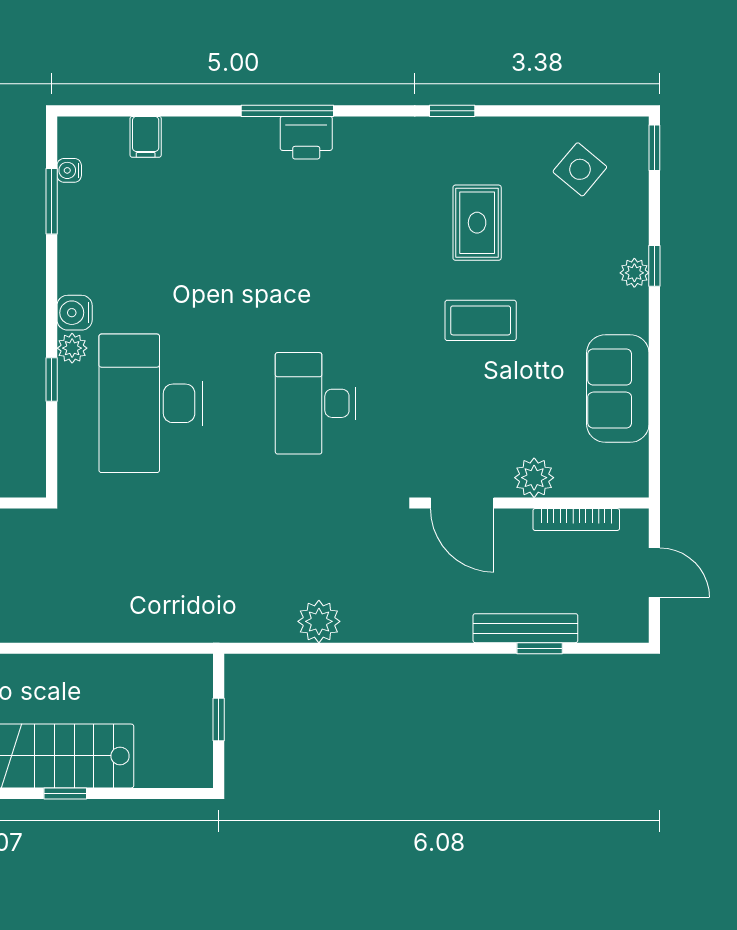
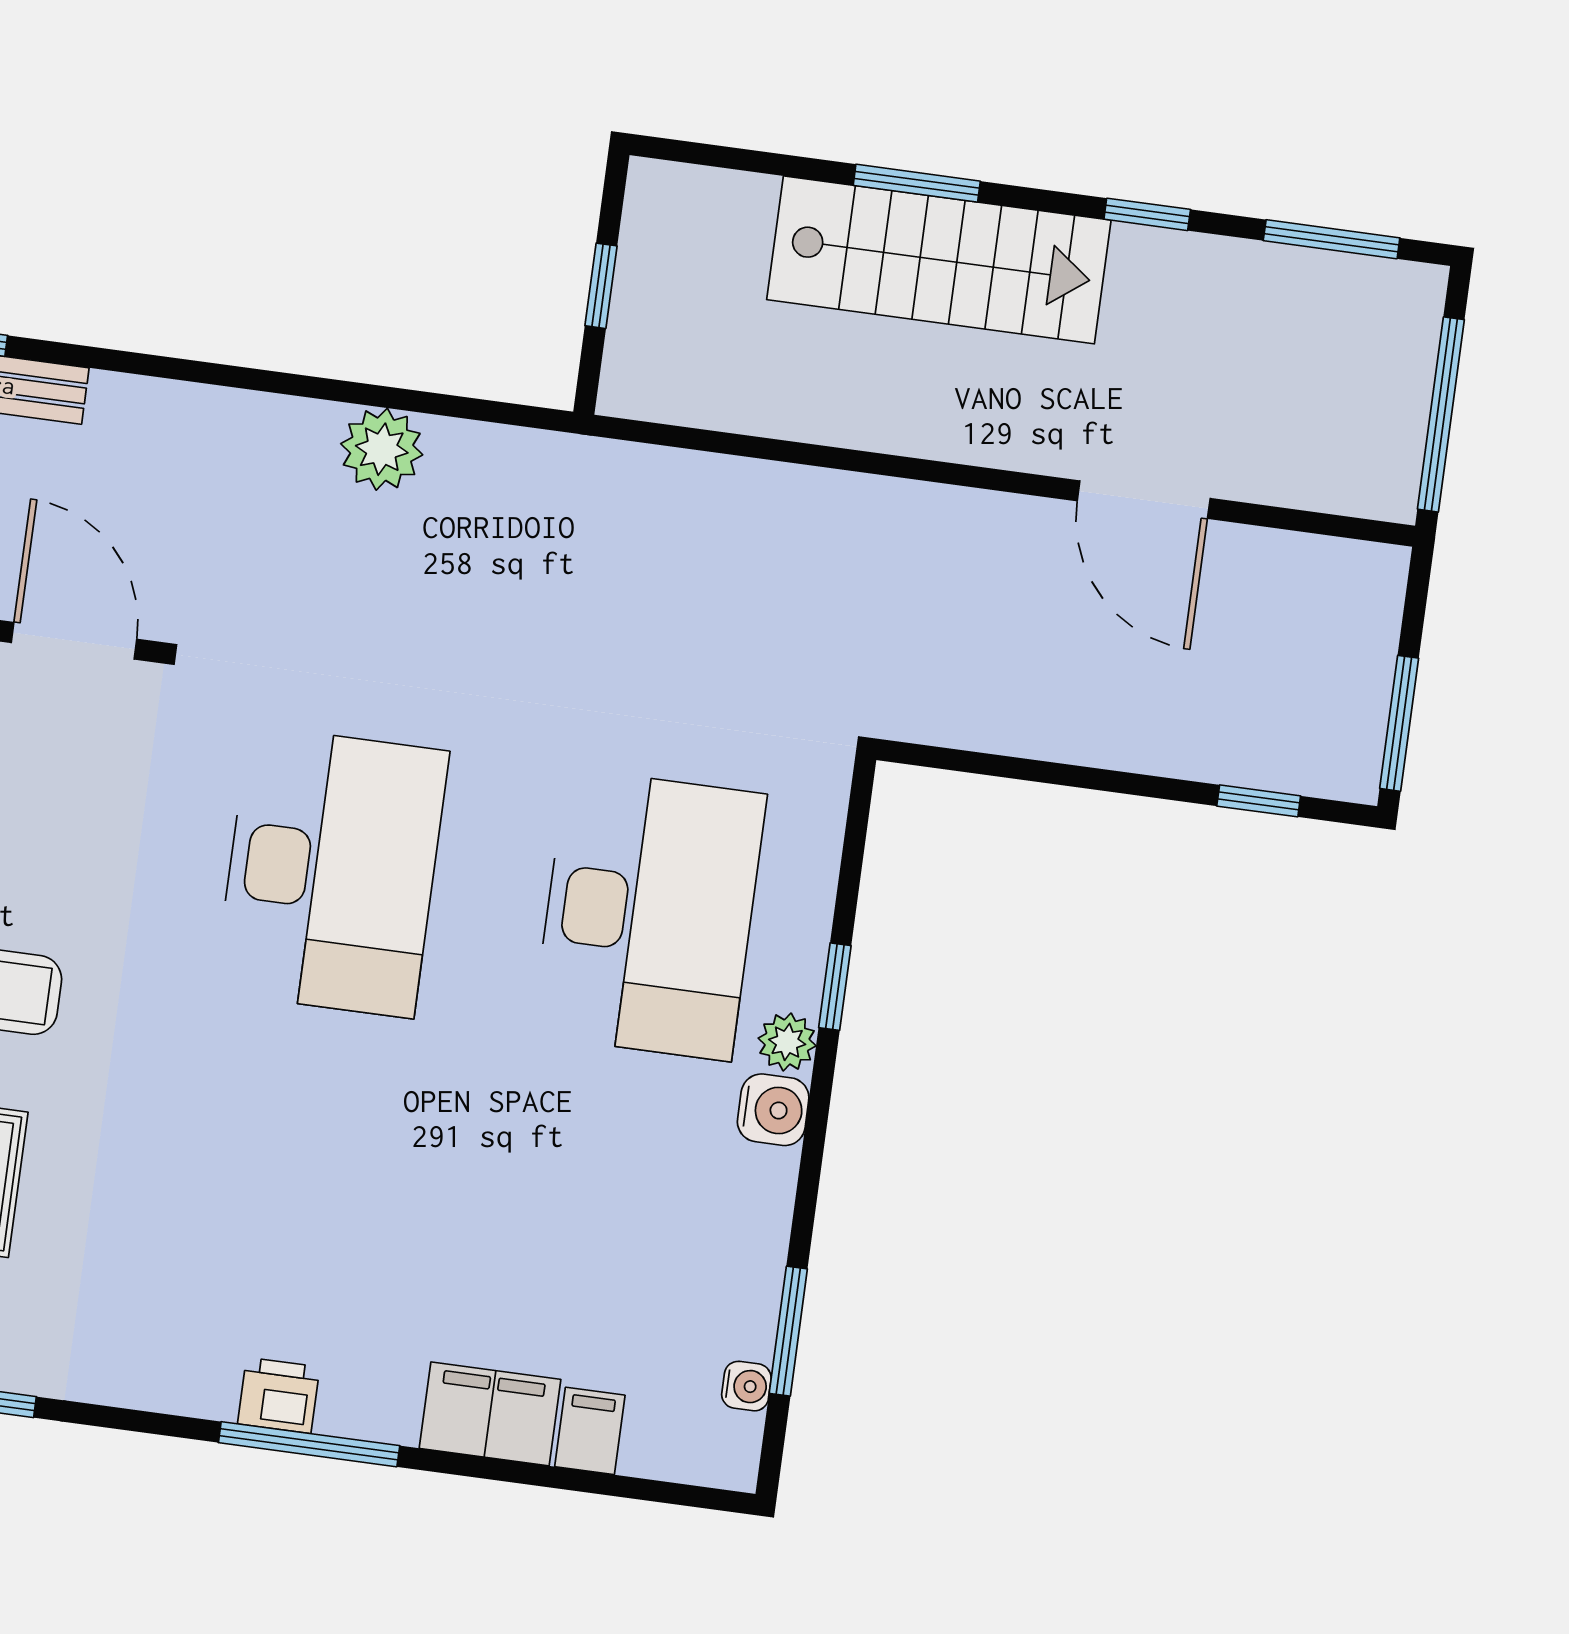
printer: (306, 138) -> (279, 1395), width x0.73, depth x0.81
filing cabinet: (198, 139) -> (490, 1414), added
desk: (315, 403) -> (332, 872), width x1.36, depth x1.30
window: (65, 793) -> (917, 183), width x1.50

